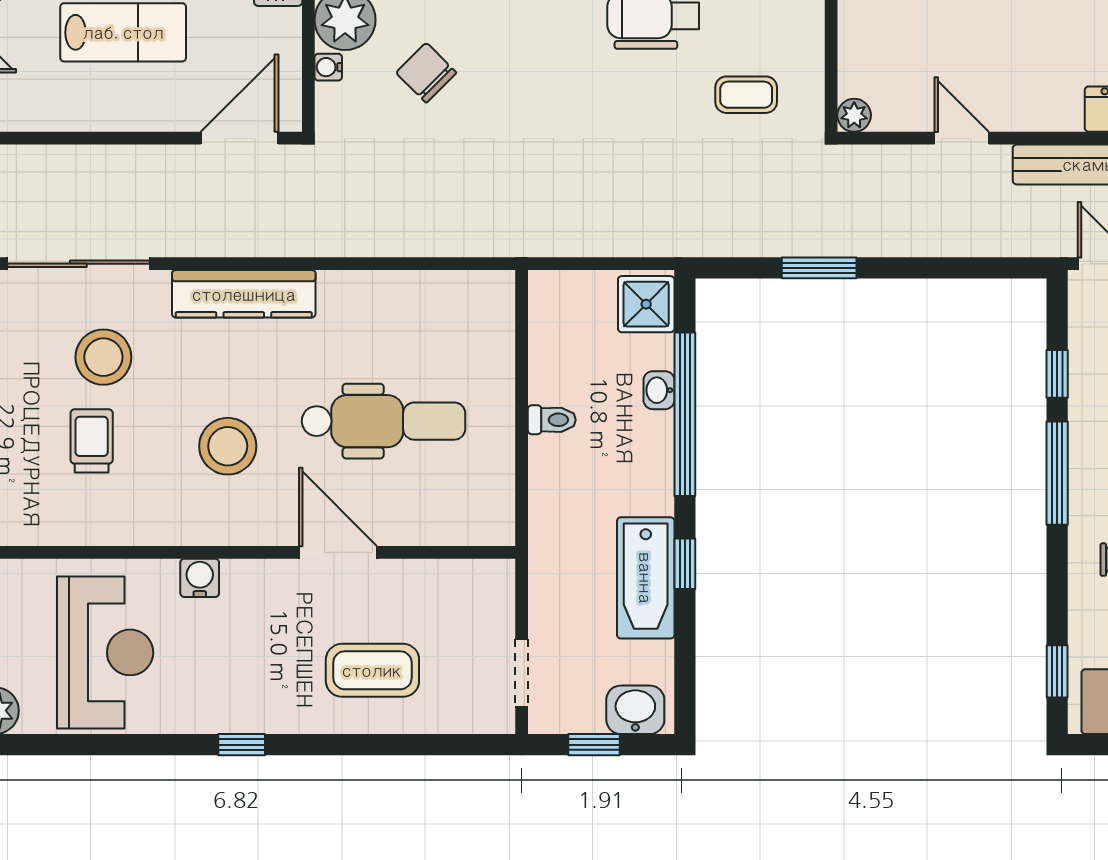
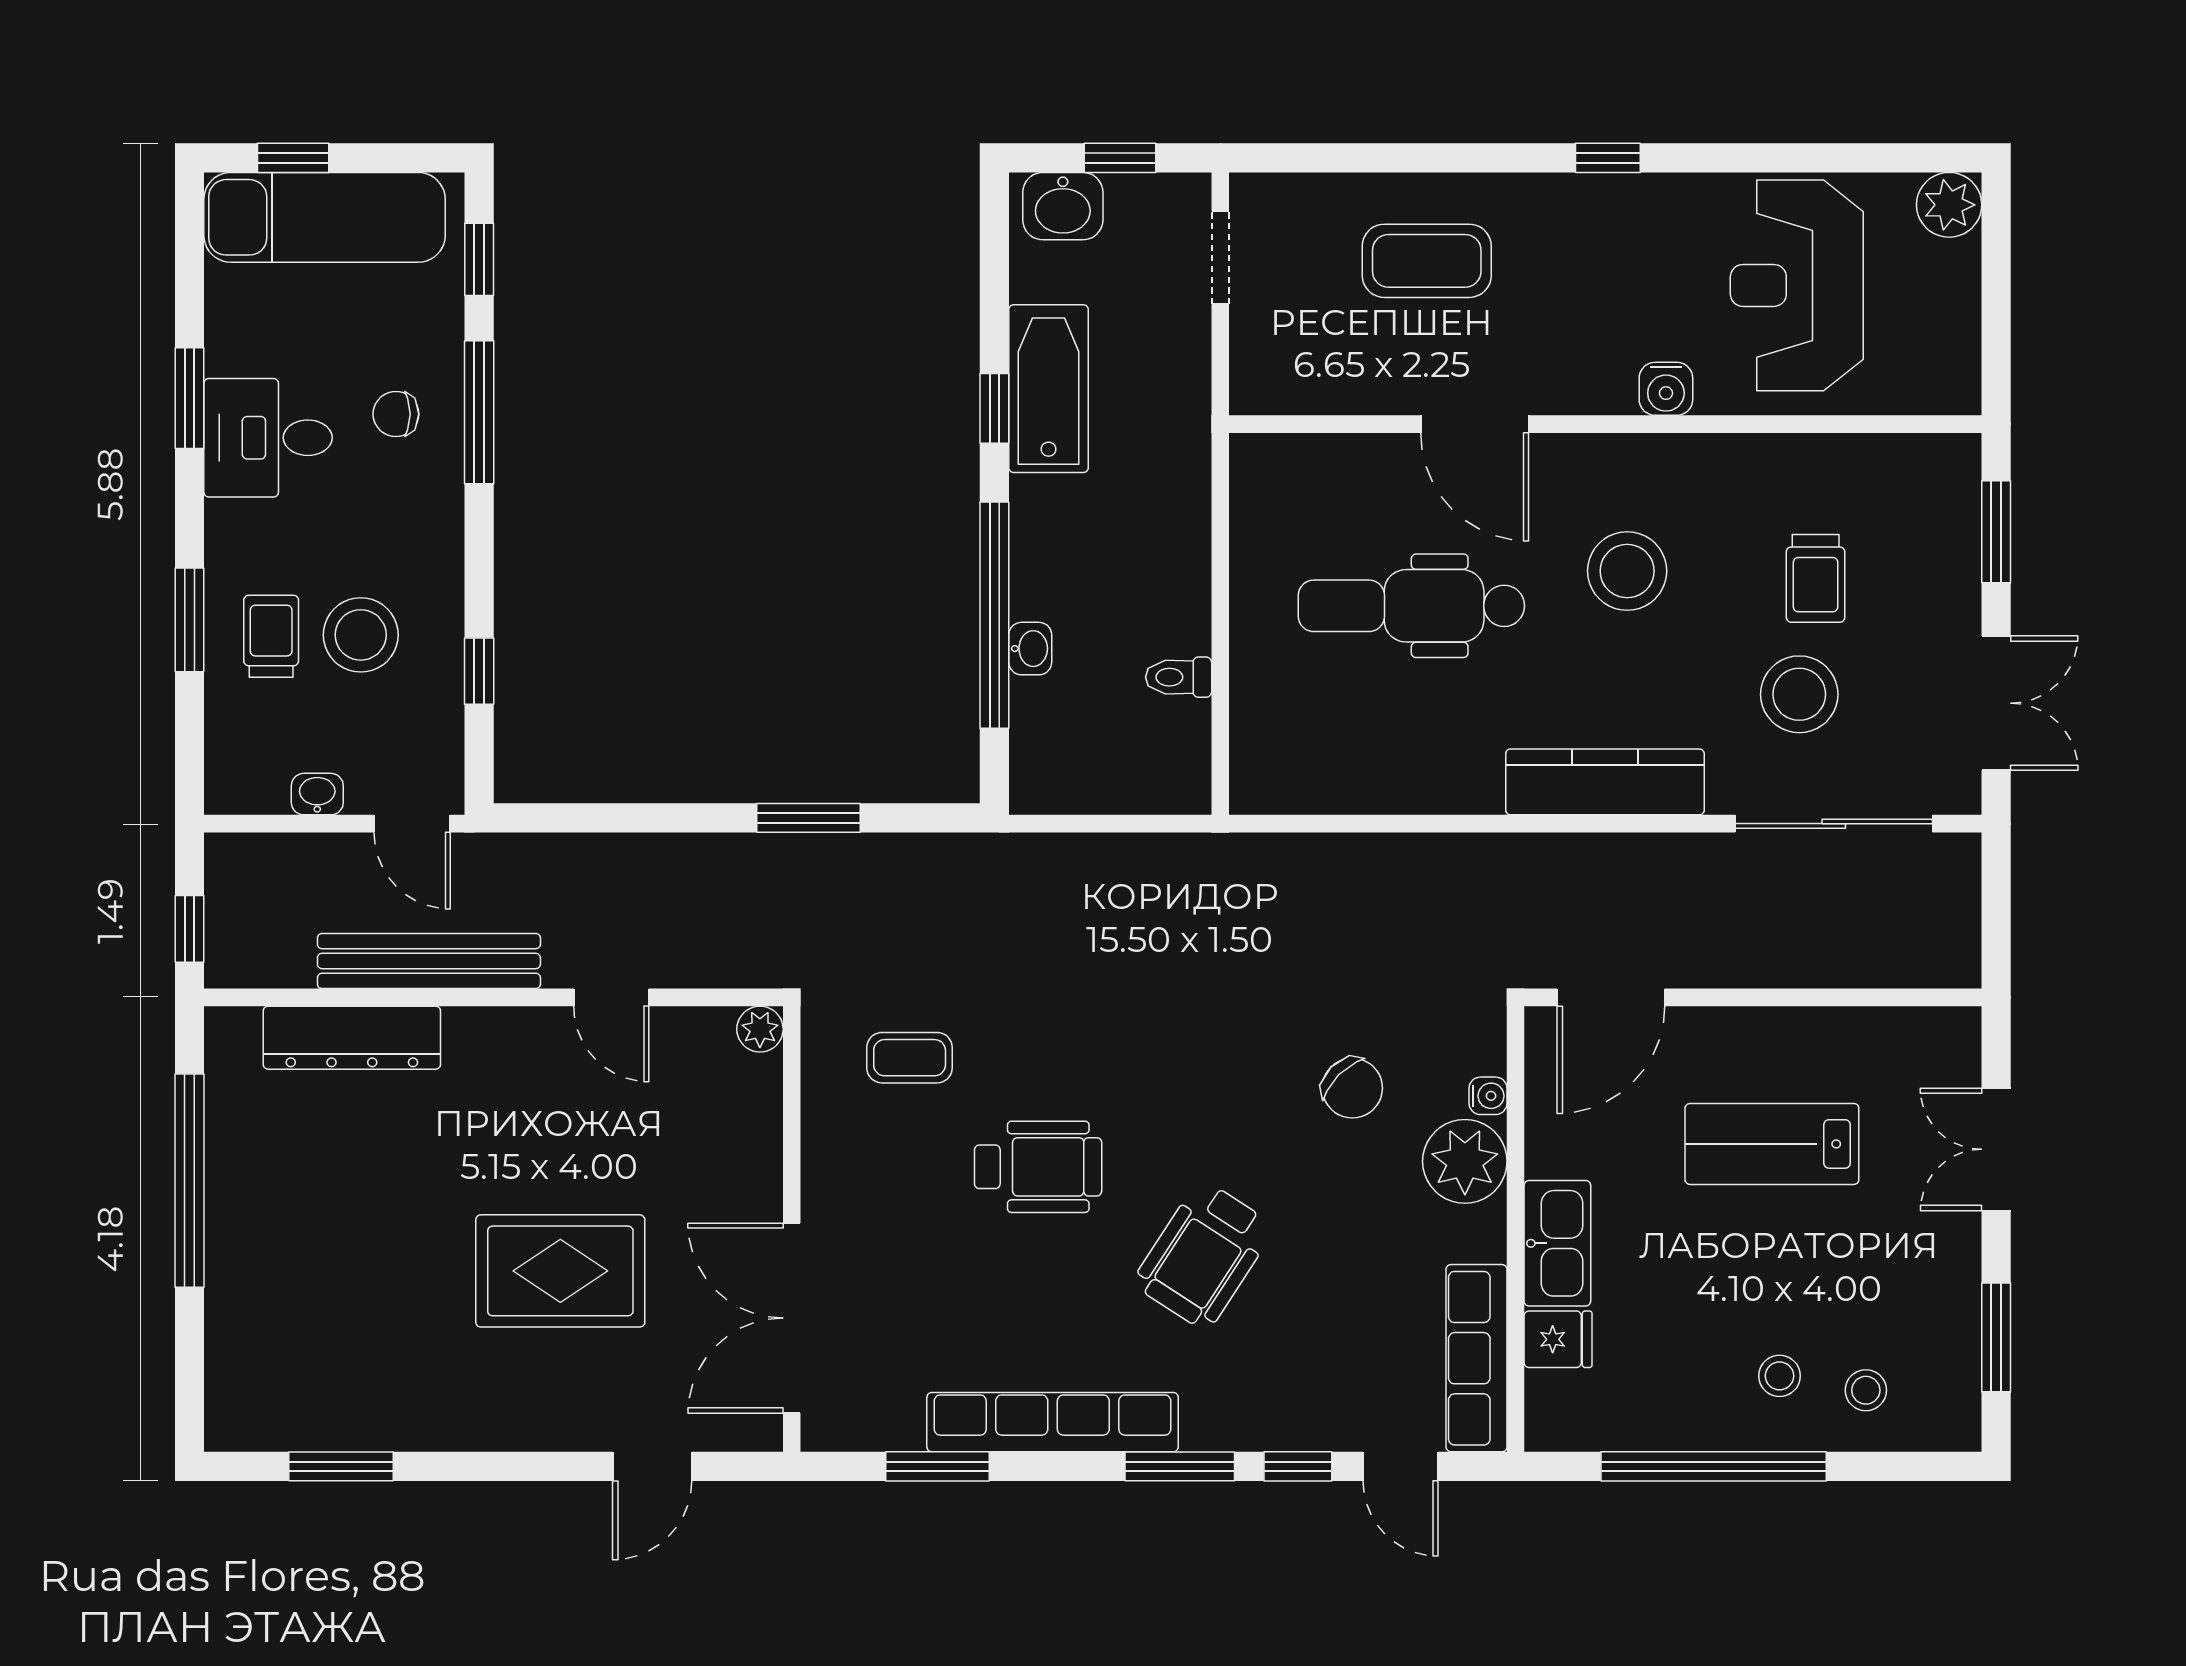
shower: (646, 304) -> (1048, 768), removed
toilet: (552, 420) -> (1179, 677), moved
window: (1057, 473) -> (479, 412), moved

